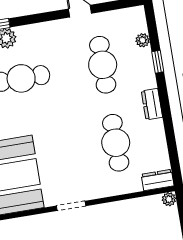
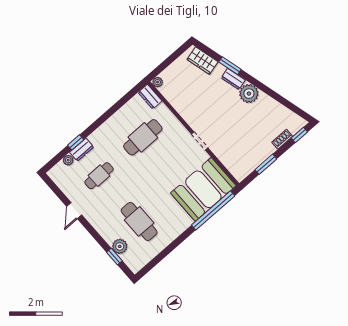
cafe table: (103, 65) -> (99, 176), width x0.73, depth x0.74
dresser: (152, 104) -> (82, 150), moved

